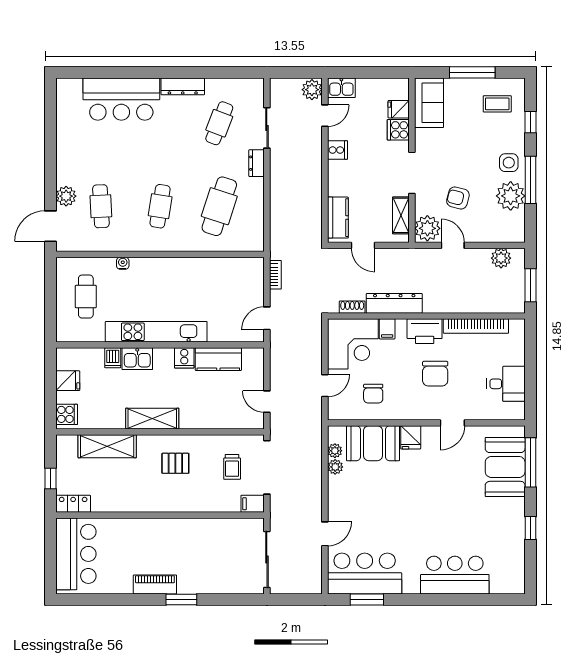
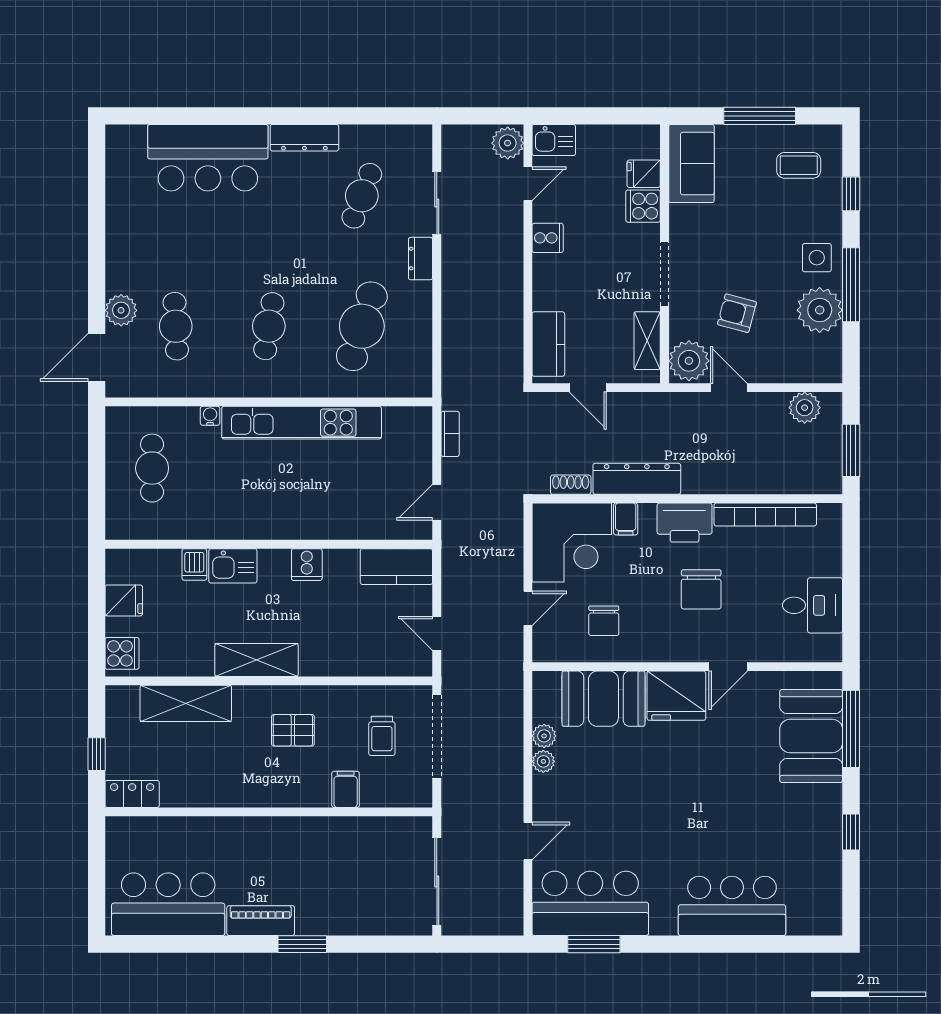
kitchen unit: (156, 332) -> (302, 423), moved, turned 180
kitchen counter: (218, 359) -> (396, 567), moved
fridge: (411, 437) -> (676, 696), width x1.88, depth x1.34
plant: (335, 451) -> (543, 761), moved
filing cabinet: (253, 504) -> (346, 789), moved, turned 90
bar counter: (76, 554) -> (168, 904), moved, turned -90

